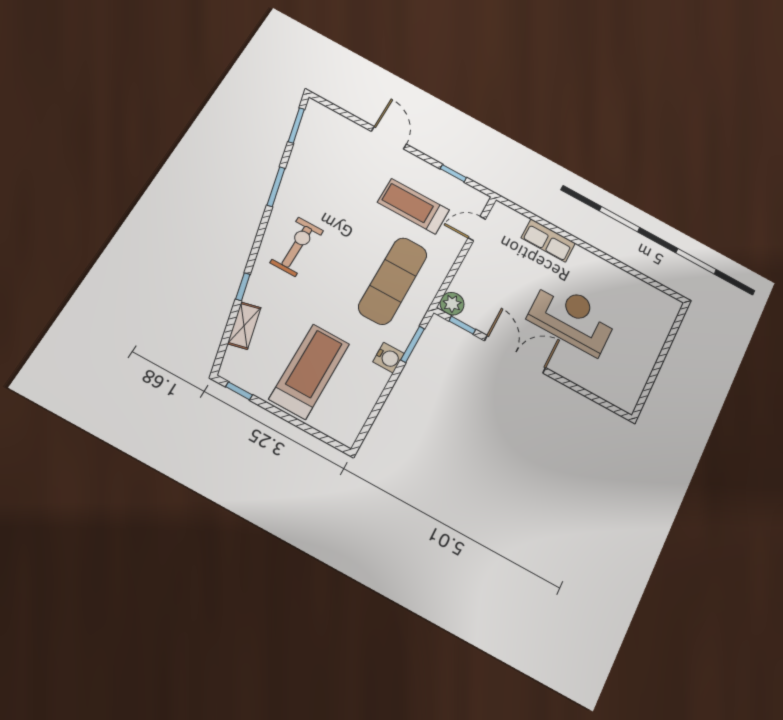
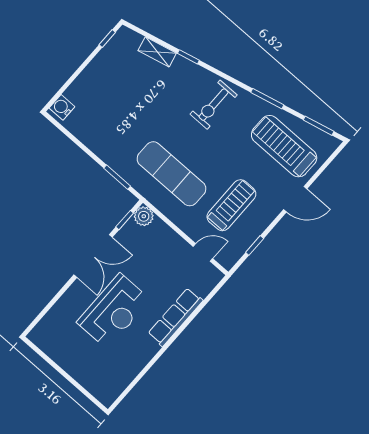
door: (477, 229) -> (203, 253), hinge flipped
row of seats: (548, 240) -> (175, 317), width x1.48
exercise bike: (297, 247) -> (214, 105), turned 90
water cooler: (389, 358) -> (62, 107), moved, turned 90
treadmill: (310, 371) -> (284, 146), moved, turned 180

